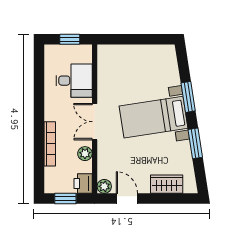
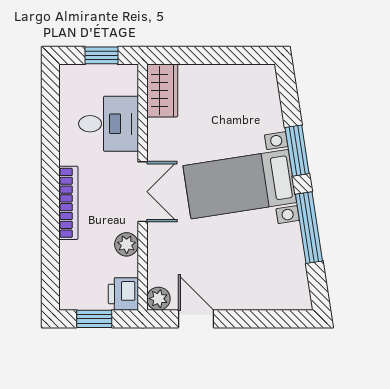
double door: (95, 122) -> (143, 192), swing flipped
window: (195, 143) -> (309, 228), width x1.44
bookcase: (50, 144) -> (68, 203), moved
wardrobe: (167, 184) -> (162, 90), moved, turned 90

